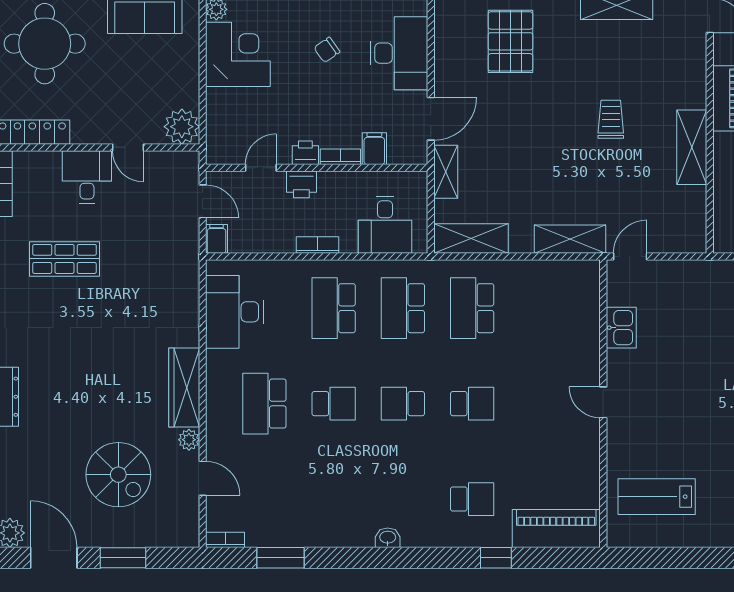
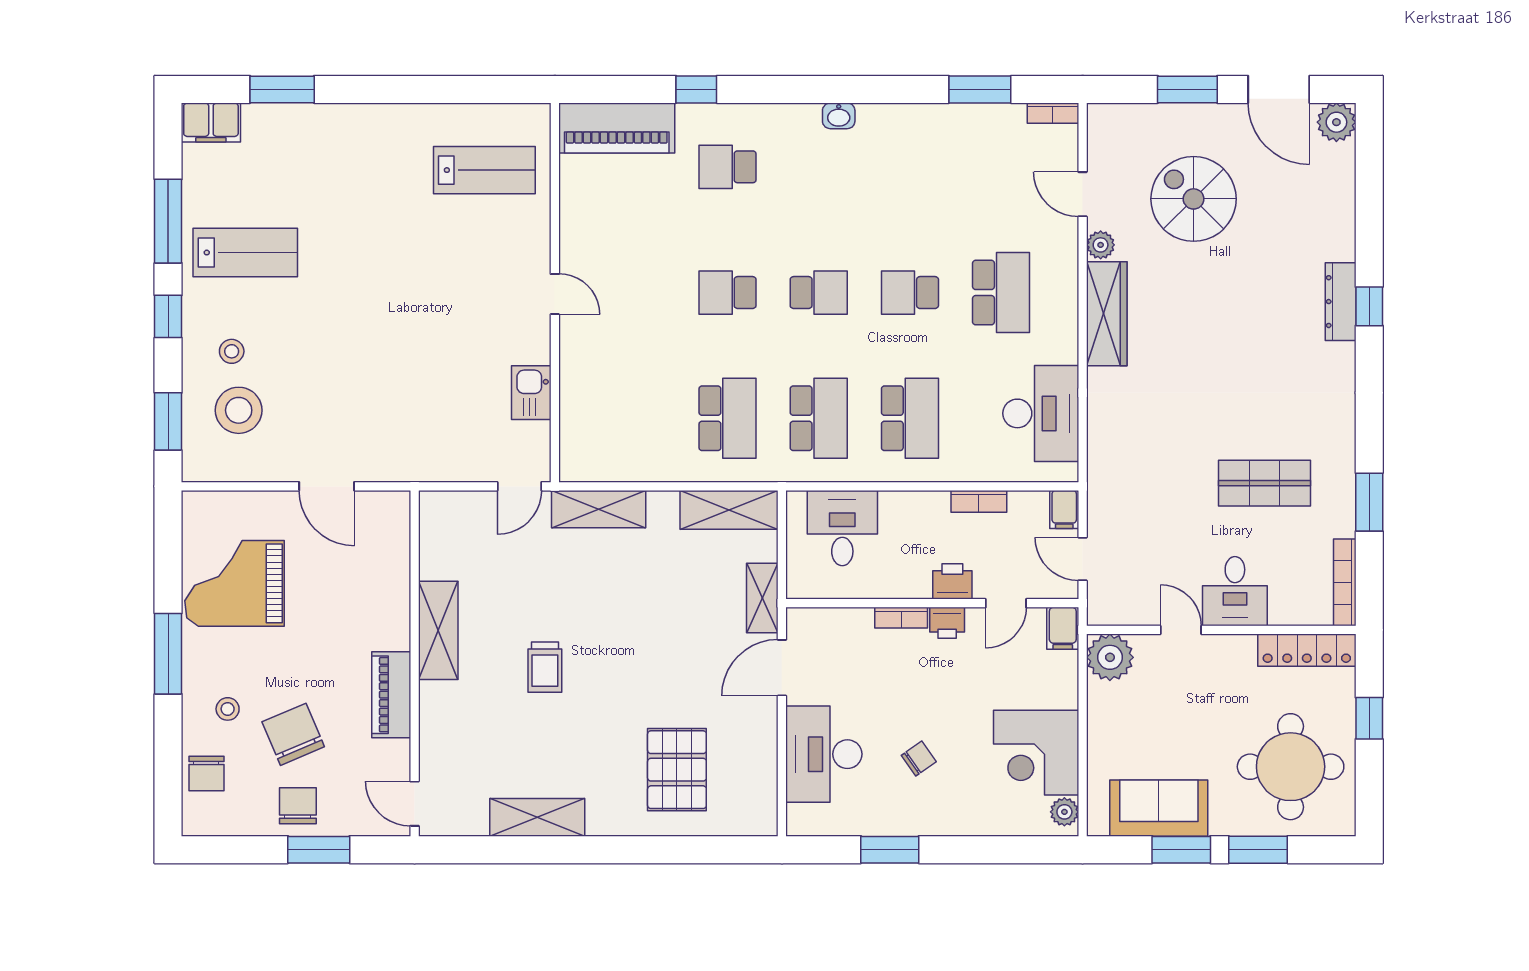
filing cabinet: (374, 149) -> (1063, 628), moved
bookcase: (317, 245) -> (979, 501), moved

